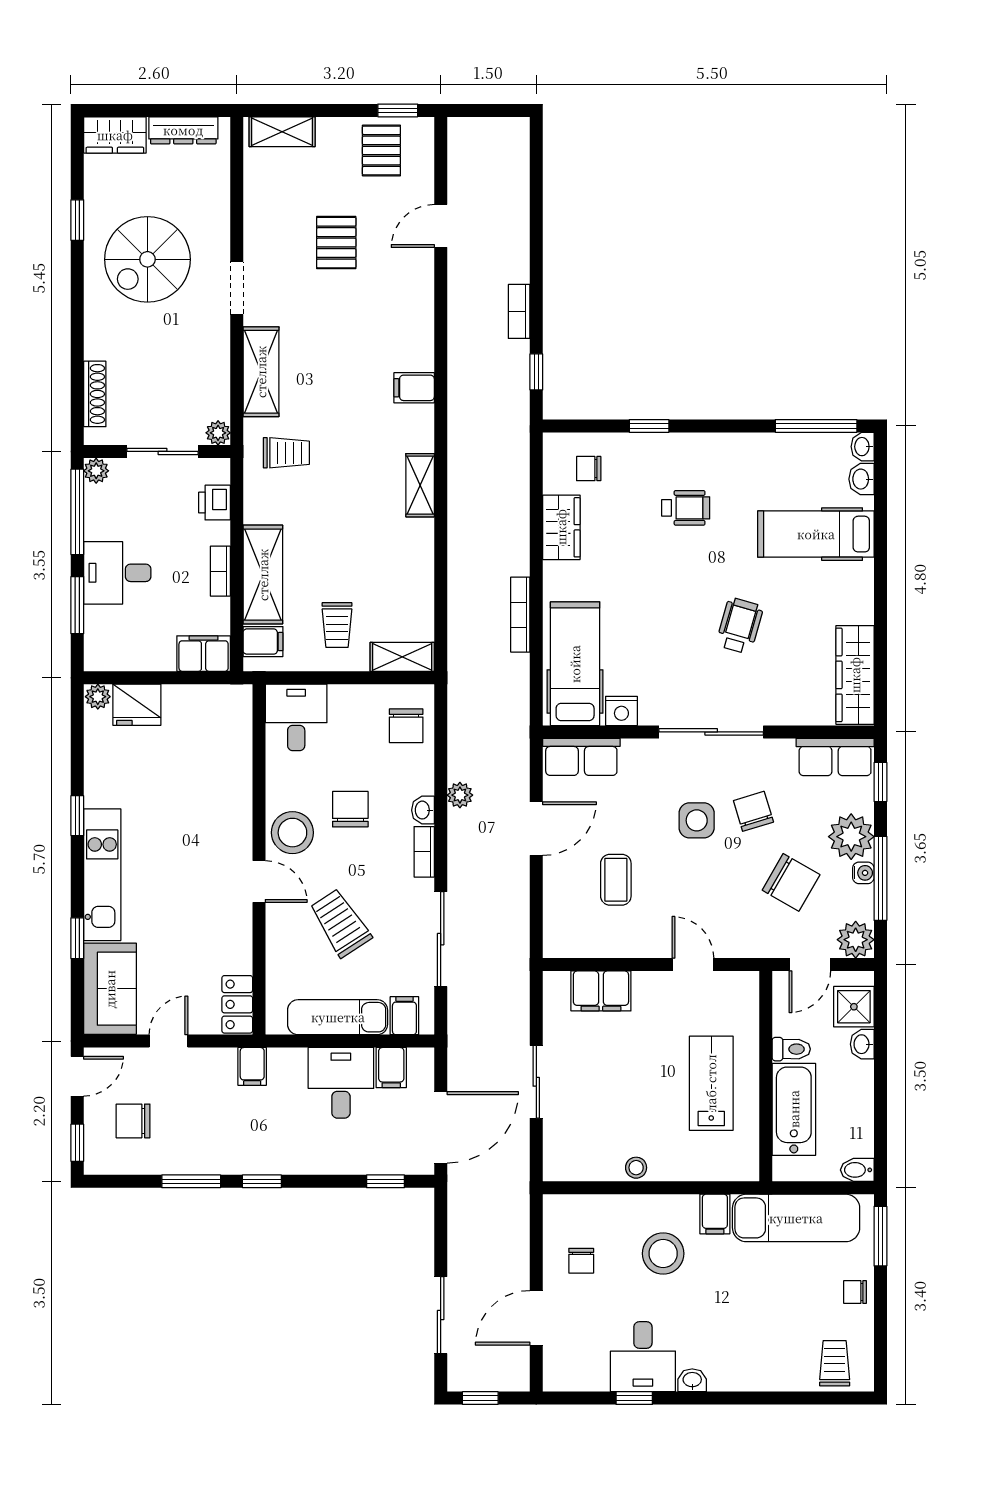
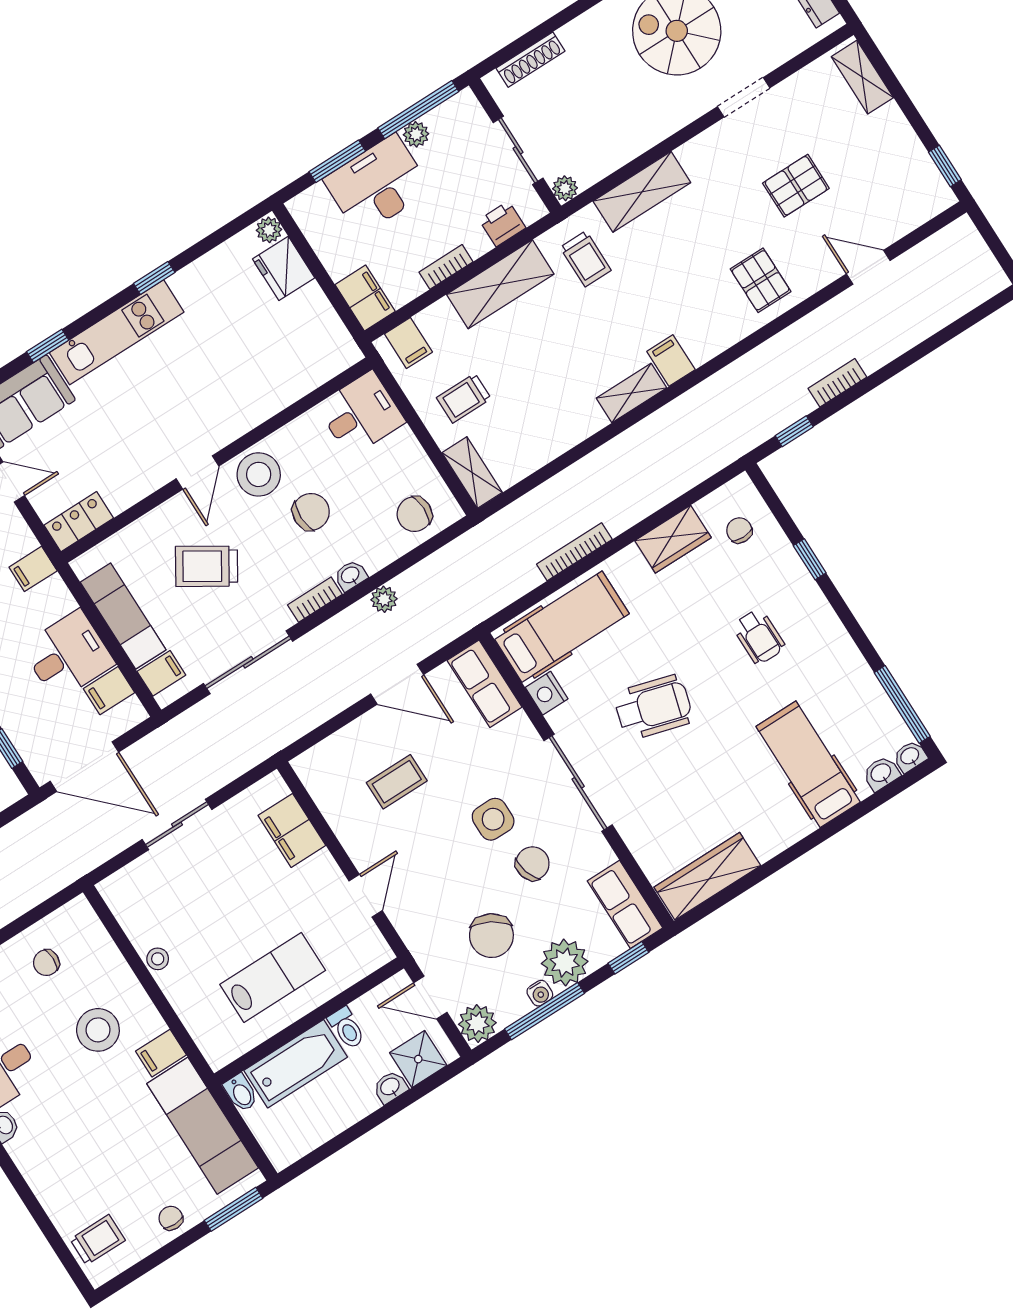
pallet: (381, 151) -> (761, 280), moved, turned 90
doorway: (237, 288) -> (744, 97), moved
filing cabinet: (414, 388) -> (671, 360), moved
plant: (96, 471) -> (416, 134), moved
desk: (117, 573) -> (377, 185), width x1.37
shelving: (263, 575) -> (500, 284), moved
wheelchair: (740, 626) -> (653, 707), moved, width x1.36, depth x1.37
trolley: (340, 923) -> (207, 566), turned -115
bidet: (857, 1170) -> (241, 1093), moved, turned 180

